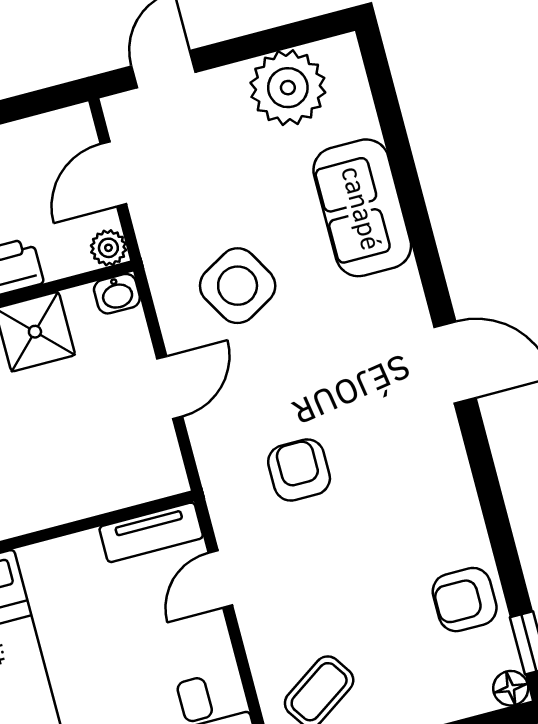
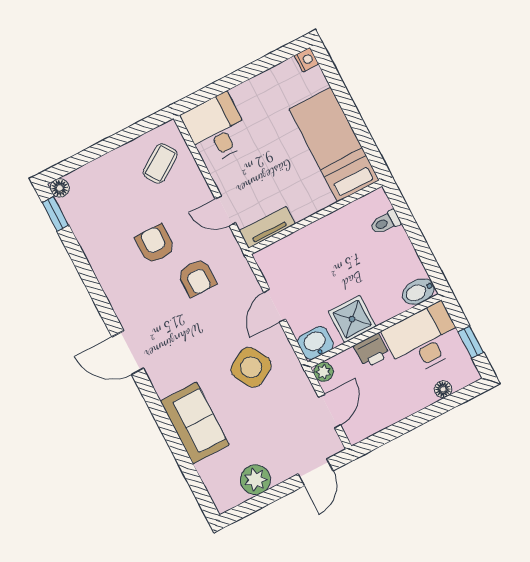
plant: (288, 88) -> (255, 480), width x0.73, depth x0.73
washbasin: (117, 294) -> (316, 343), width x1.38, depth x1.45
door: (220, 579) -> (225, 211), swing flipped
armchair: (465, 600) -> (155, 244), moved, turned -90

